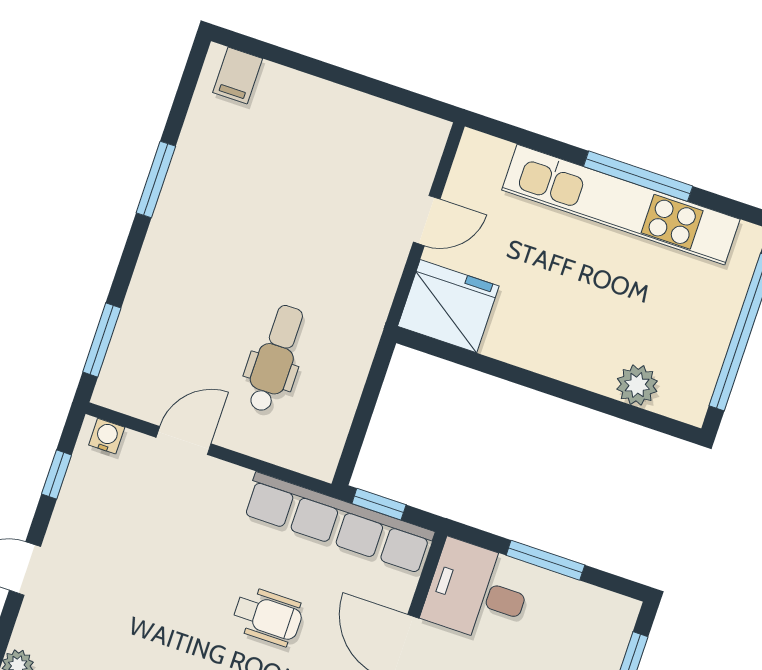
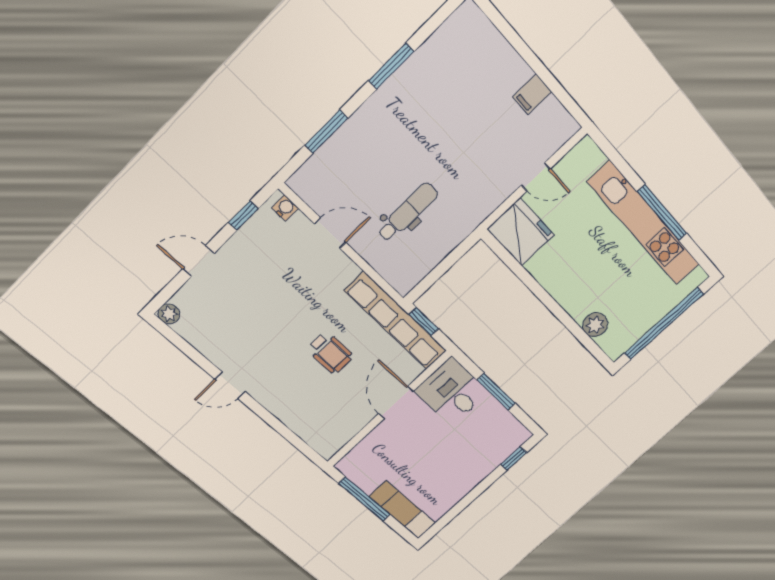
filing cabinet: (238, 75) -> (532, 94), moved
window: (102, 340) -> (326, 132), moved

